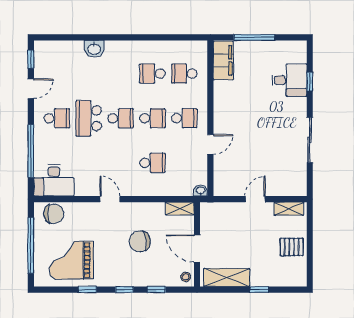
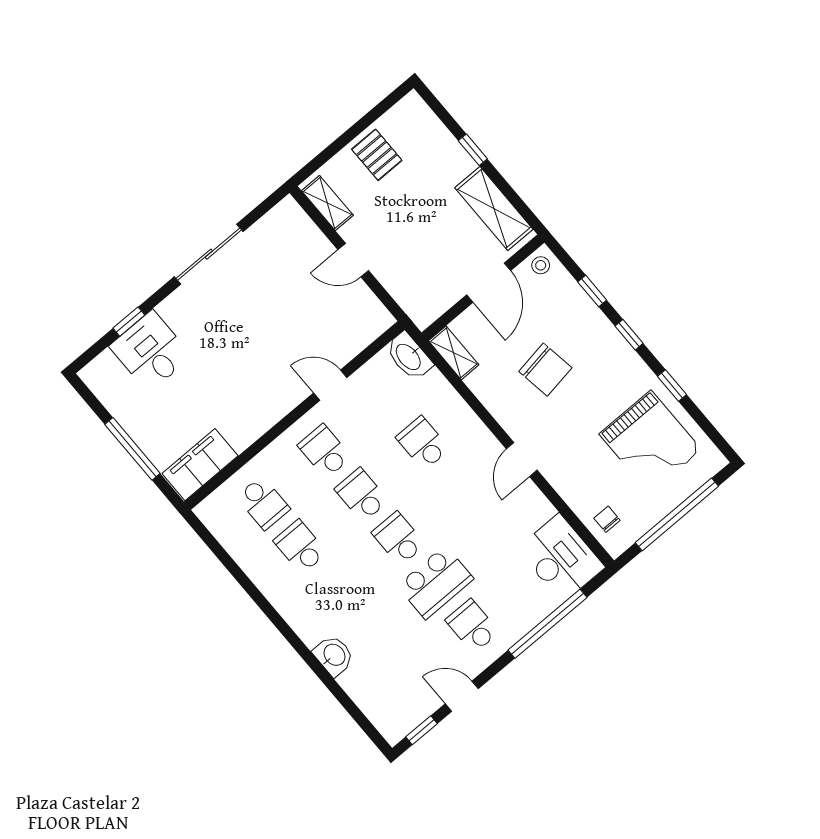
school desk: (152, 74) -> (300, 547), turned 180
washbasin: (201, 191) -> (409, 356), width x1.91, depth x1.45
chair: (54, 214) -> (607, 519), width x0.54, depth x0.54

